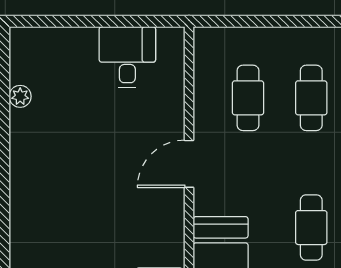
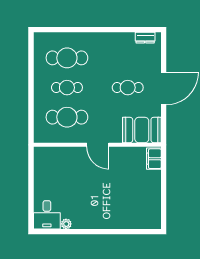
desk: (127, 57) -> (47, 215), moved, turned -90
cafe table: (248, 98) -> (67, 117), width x1.37, depth x1.35

